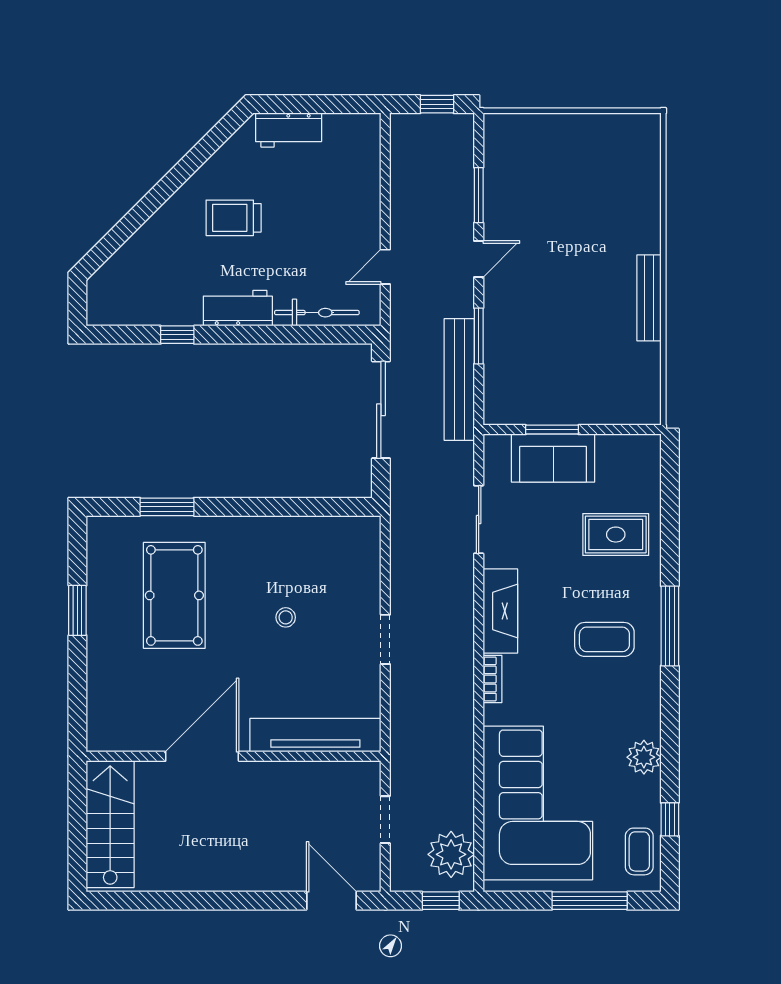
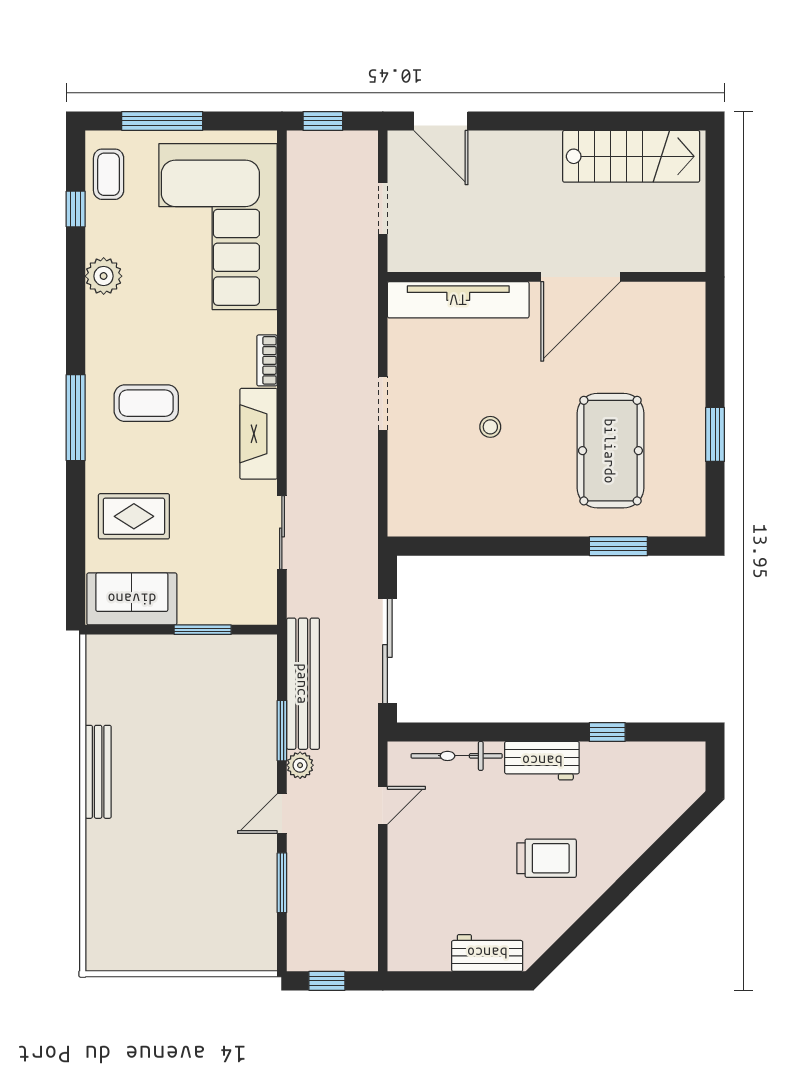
sofa: (553, 458) -> (132, 599), moved
stairs: (110, 824) -> (631, 156), moved, turned -90
plant: (451, 854) -> (300, 765), moved, width x0.53, depth x0.53

